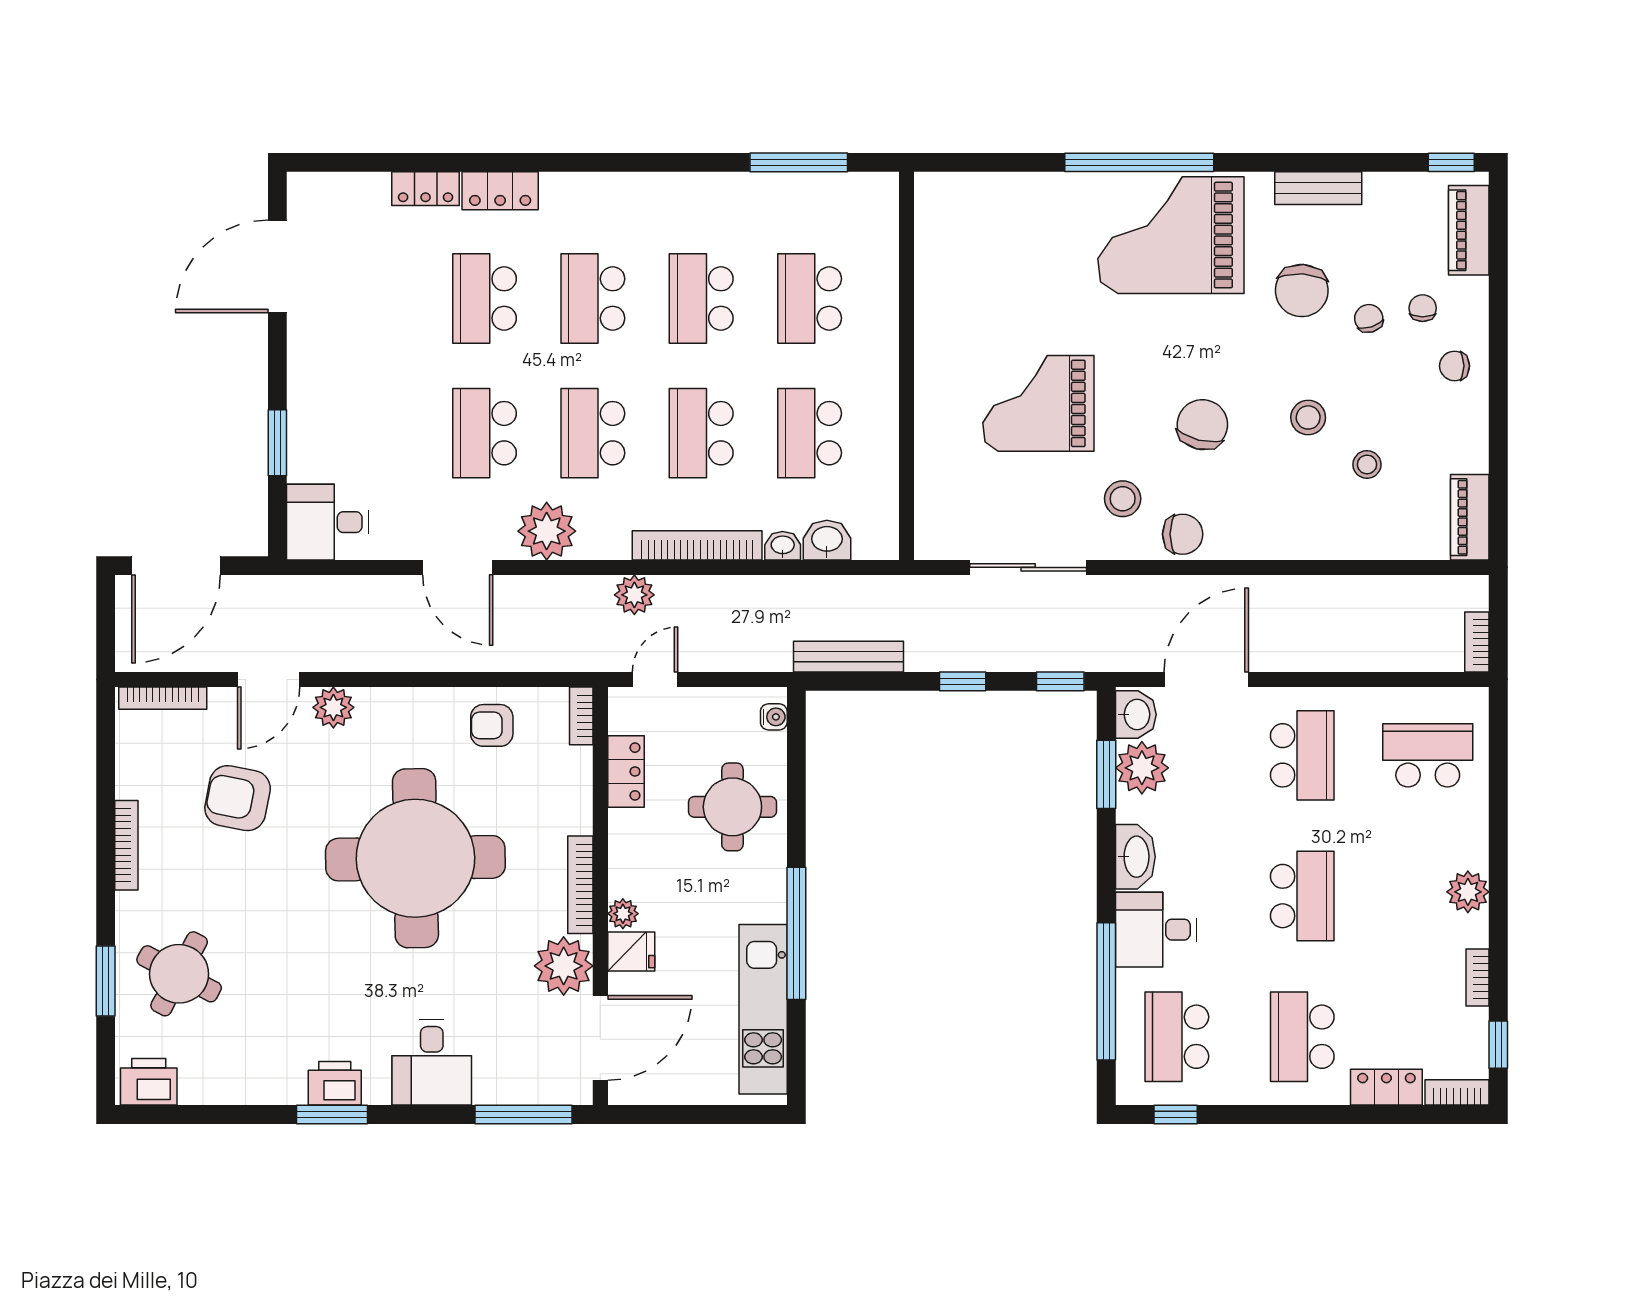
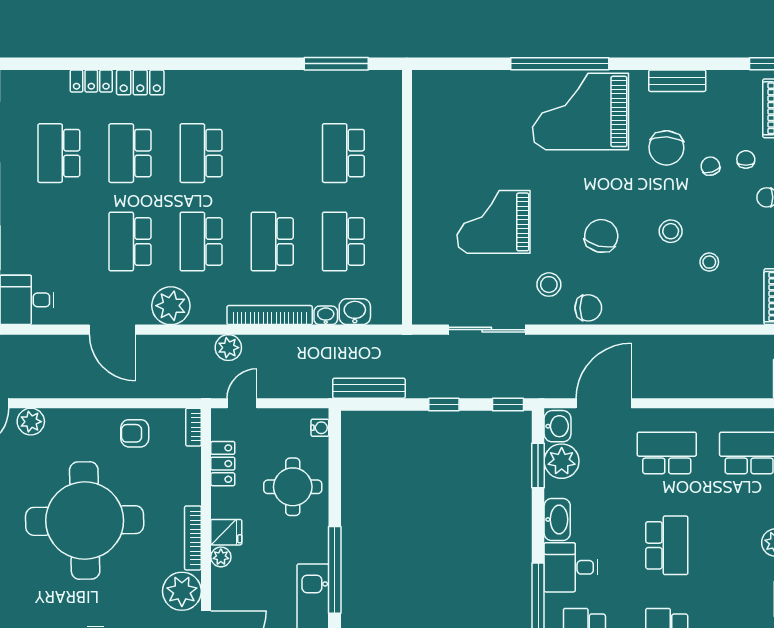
school desk: (701, 299) -> (59, 153), moved
school desk: (1302, 755) -> (667, 453), turned -90
fridge: (631, 951) -> (226, 532), moved

